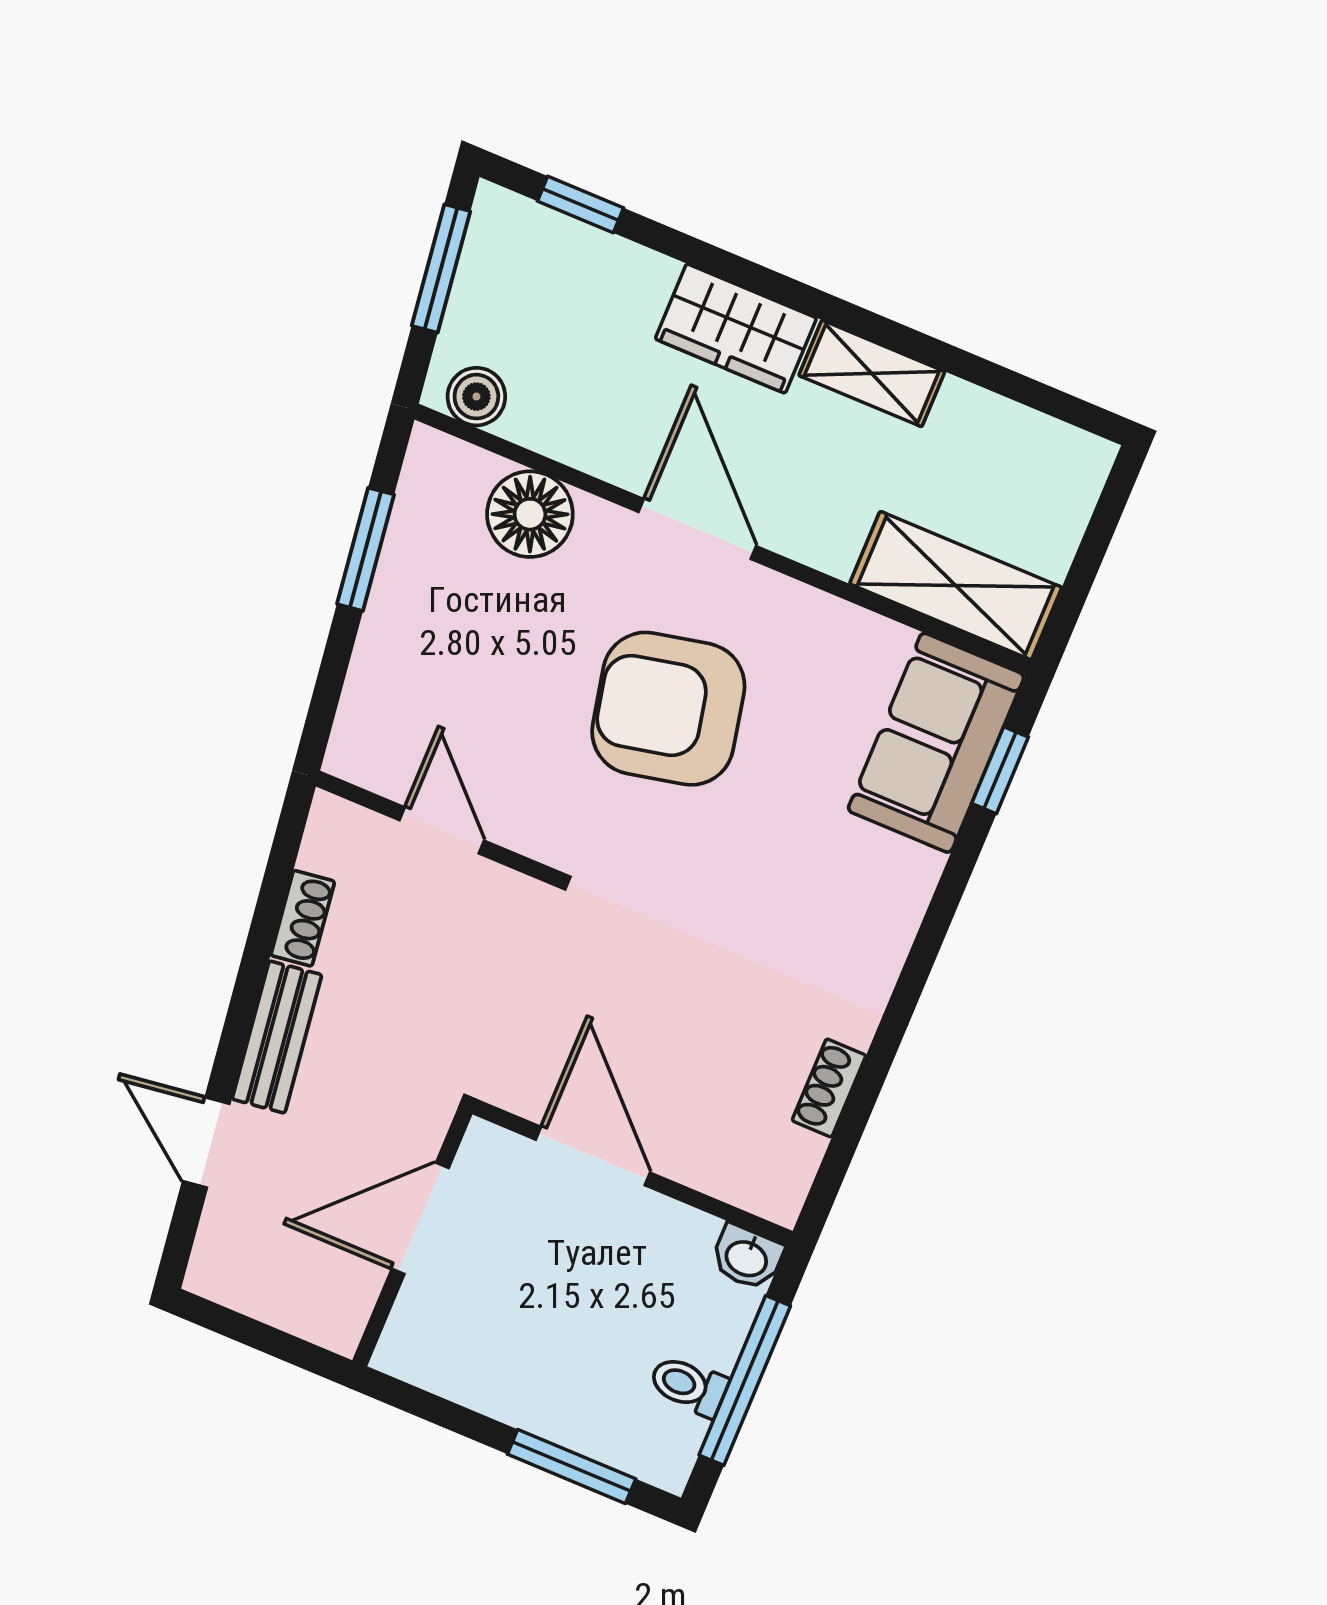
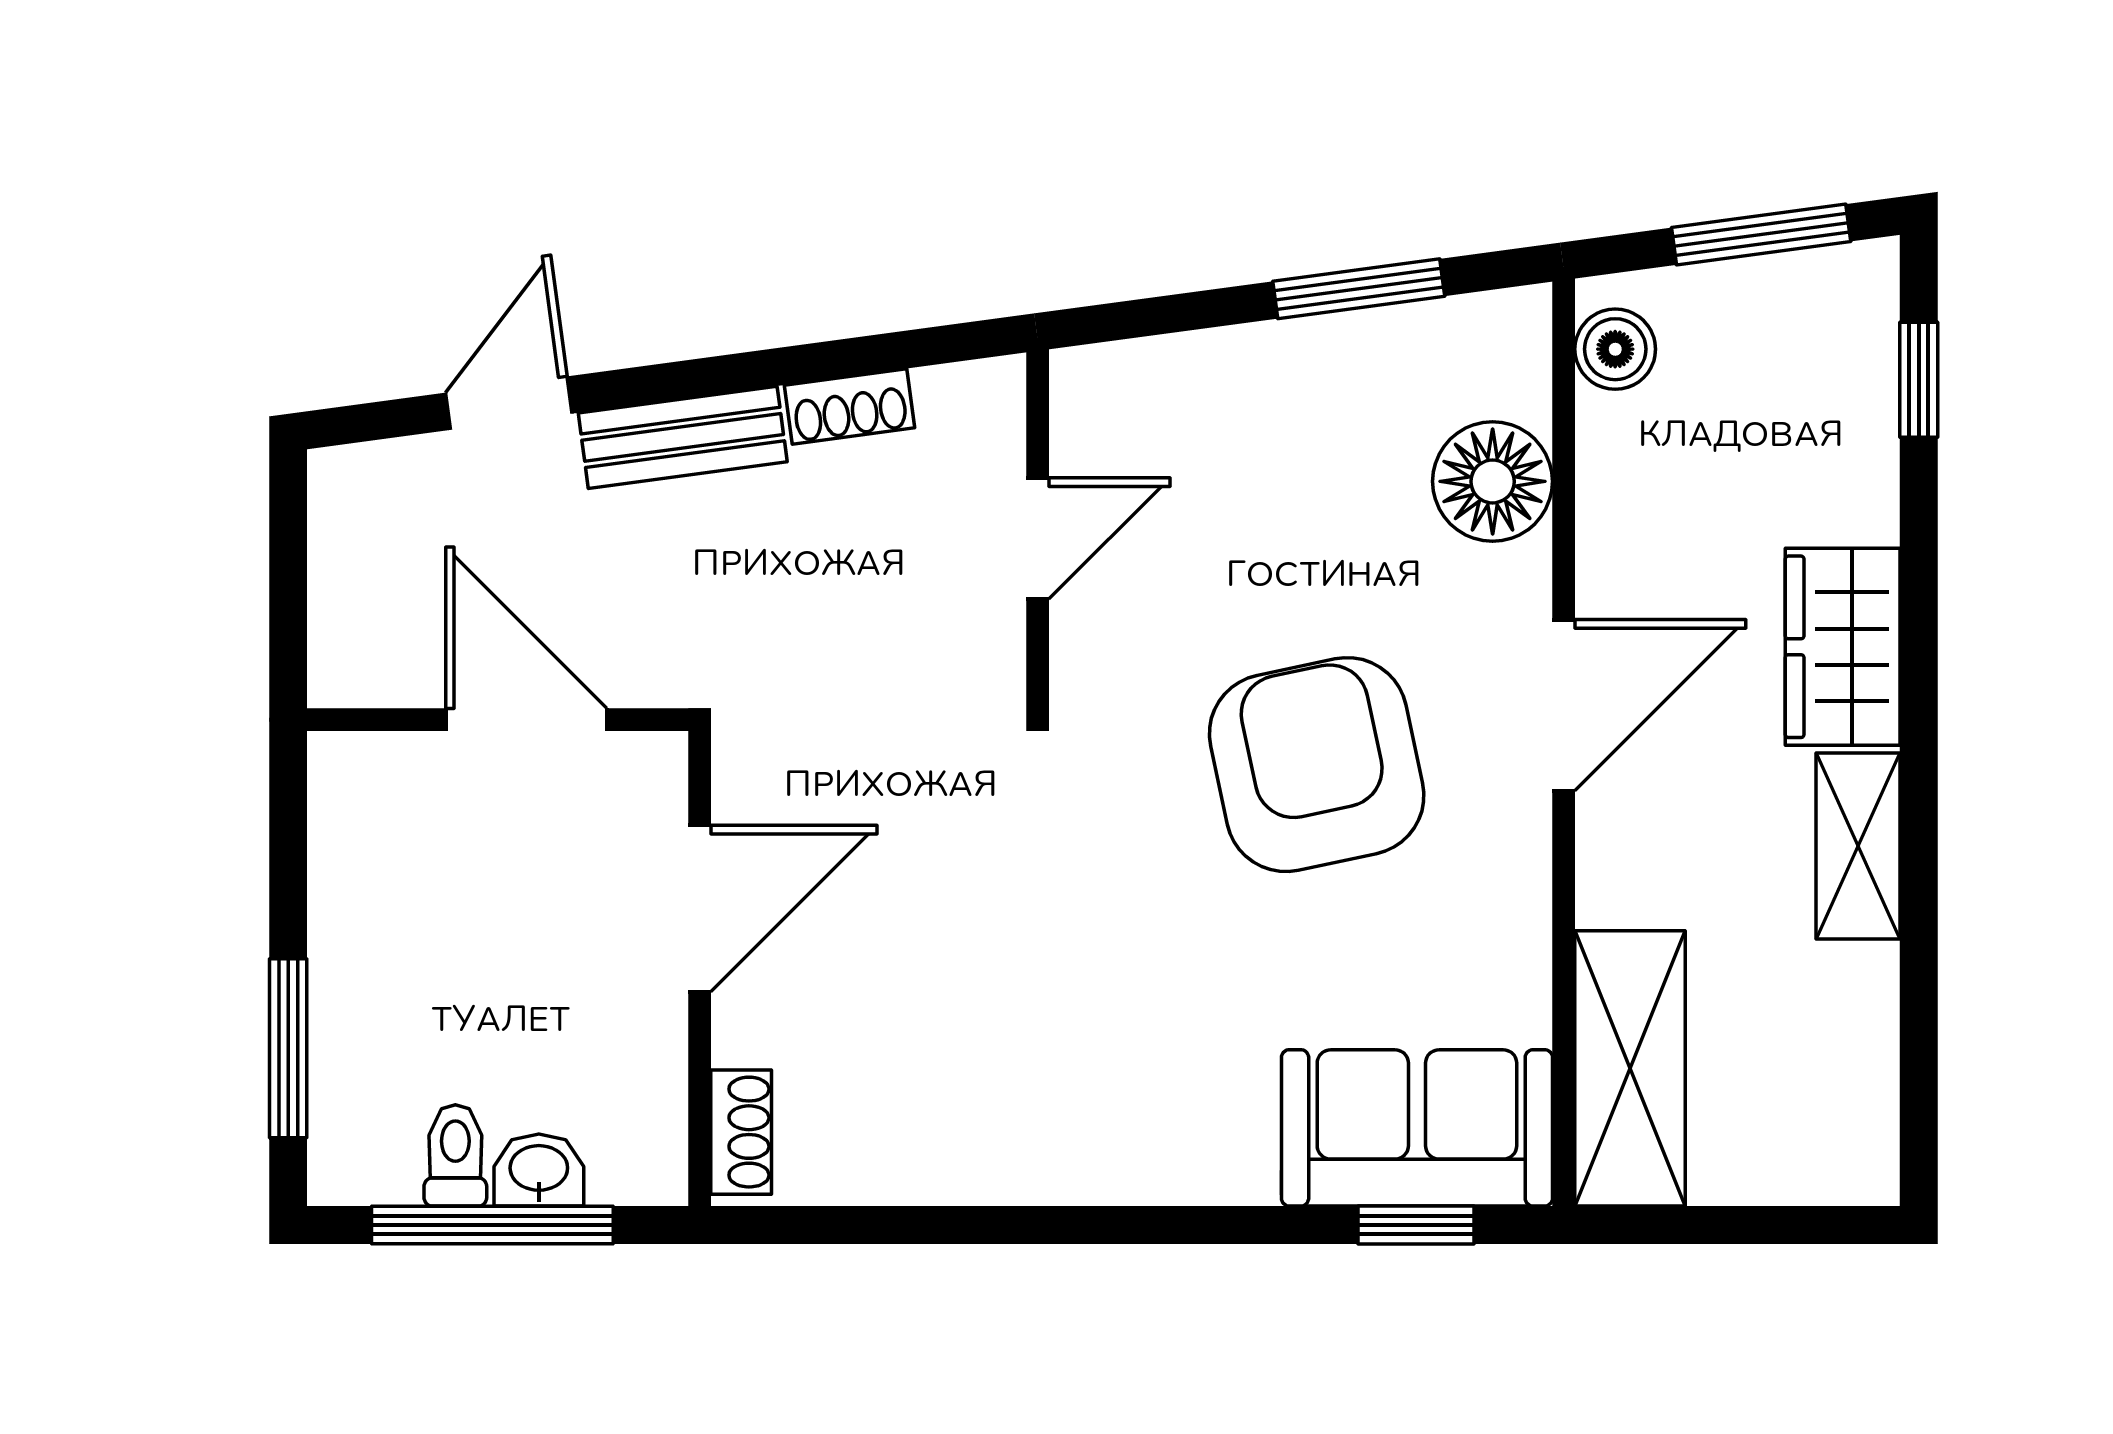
shoe rack: (829, 1088) -> (741, 1132), moved, turned 90
washbasin: (747, 1257) -> (539, 1170), moved, turned 90

